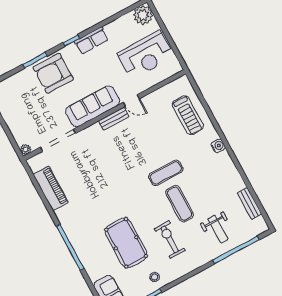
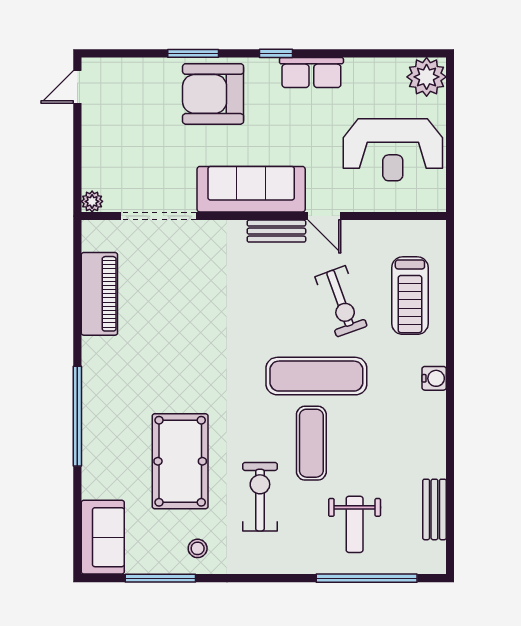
exercise bike: (159, 134) -> (341, 301), added
exercise mat: (166, 173) -> (316, 376), width x1.36, depth x1.45

